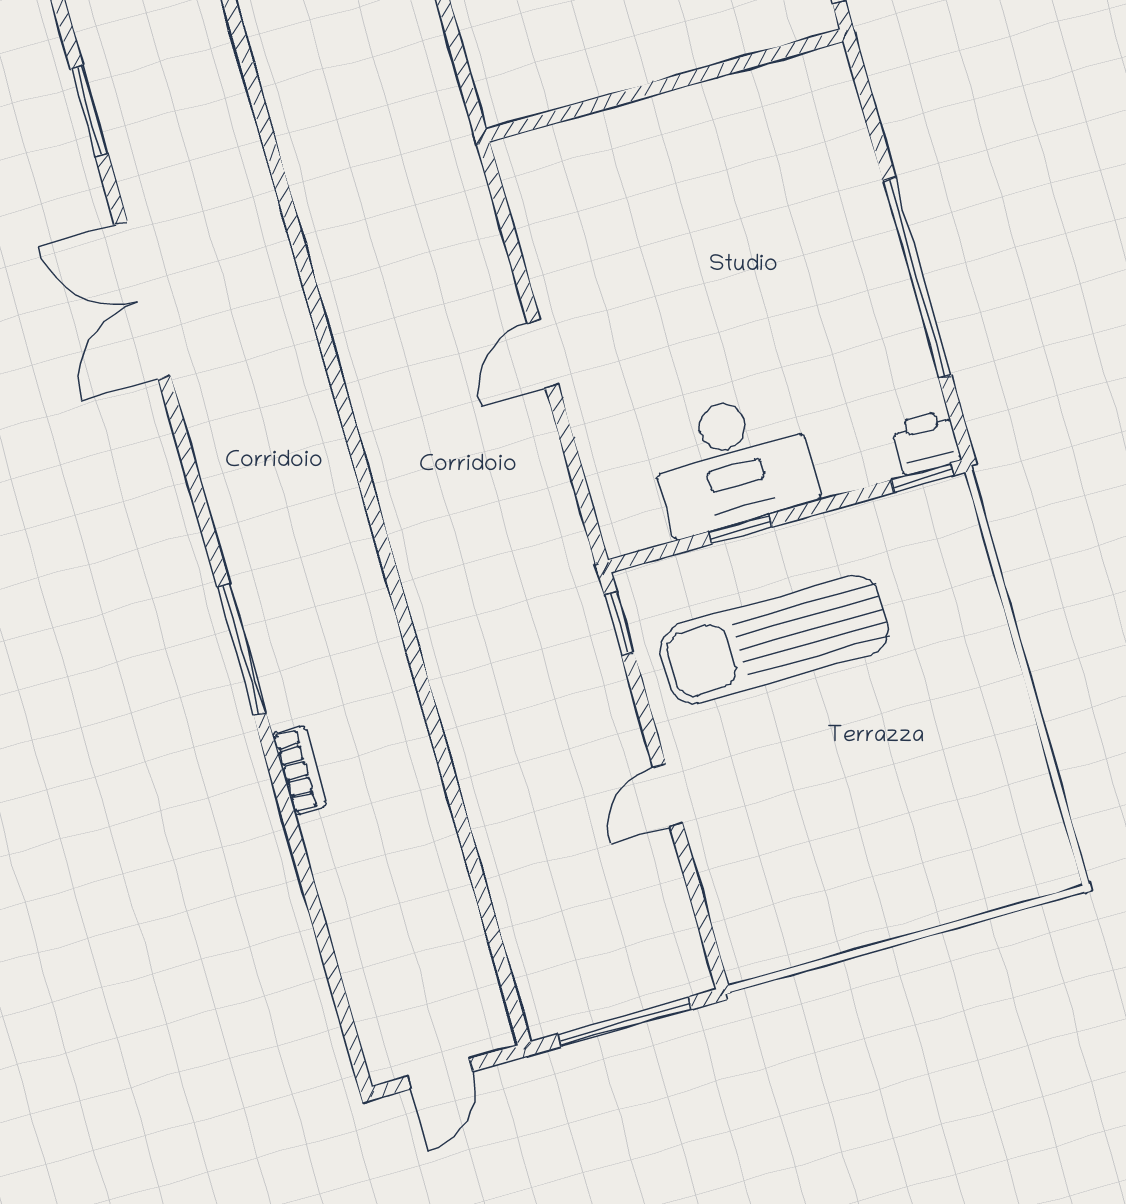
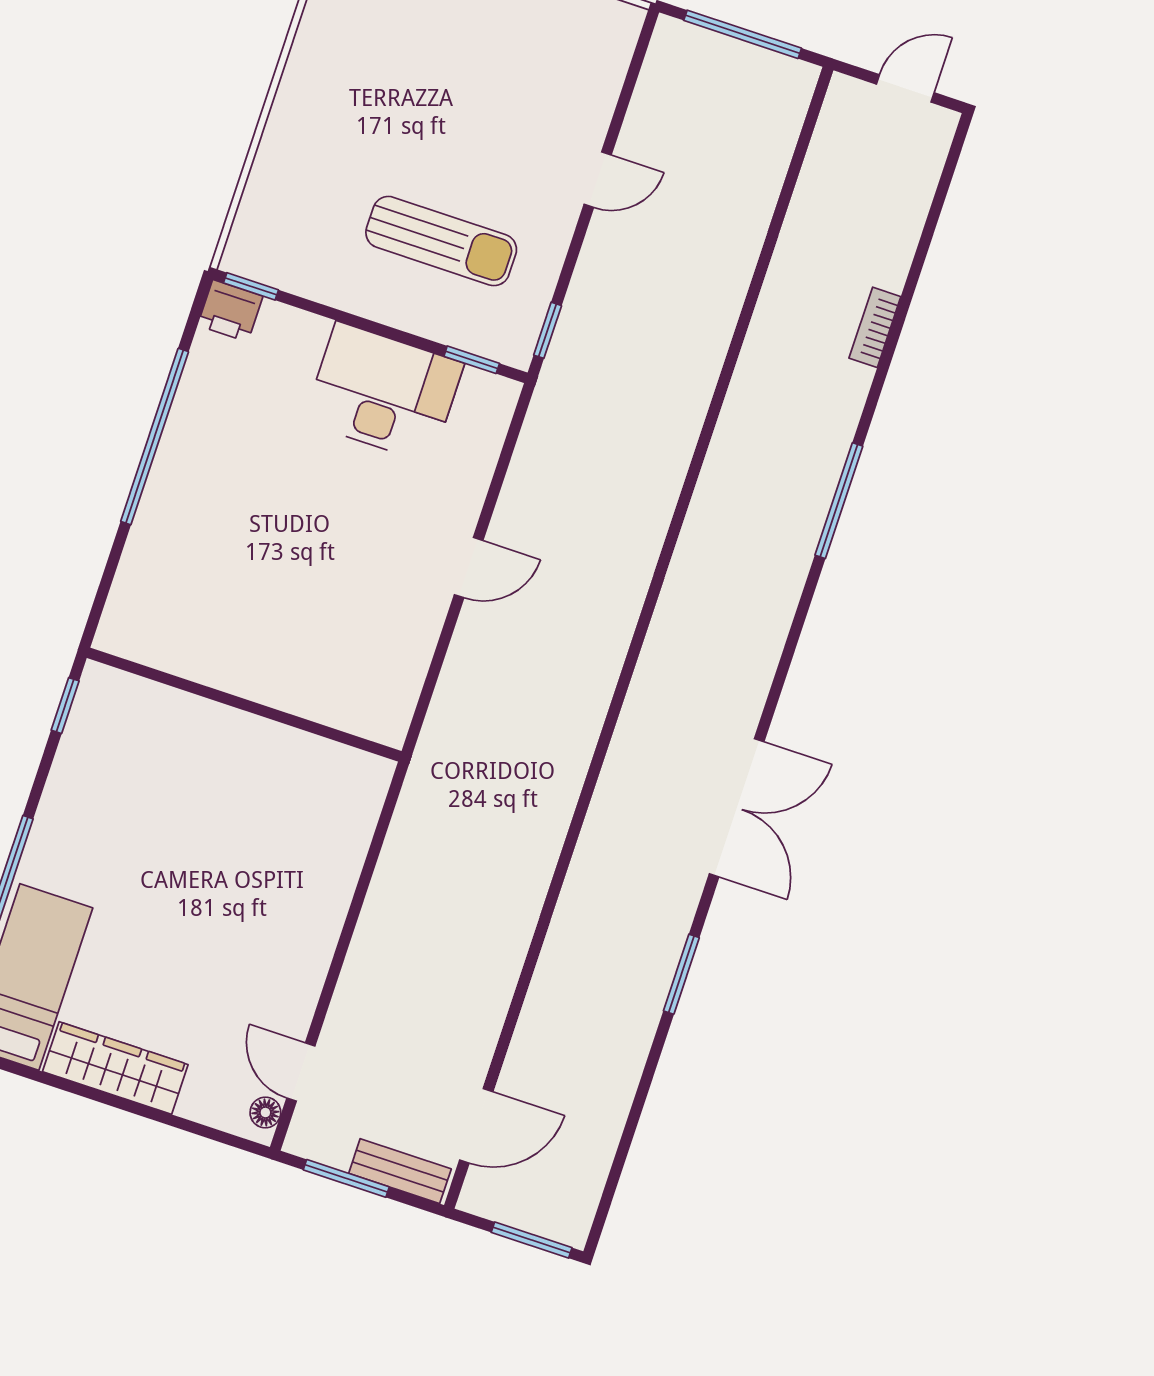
window: (741, 529) -> (472, 360), moved
sun lounger: (774, 640) -> (441, 241), width x0.73, depth x0.75
bookcase: (300, 770) -> (875, 327), moved

